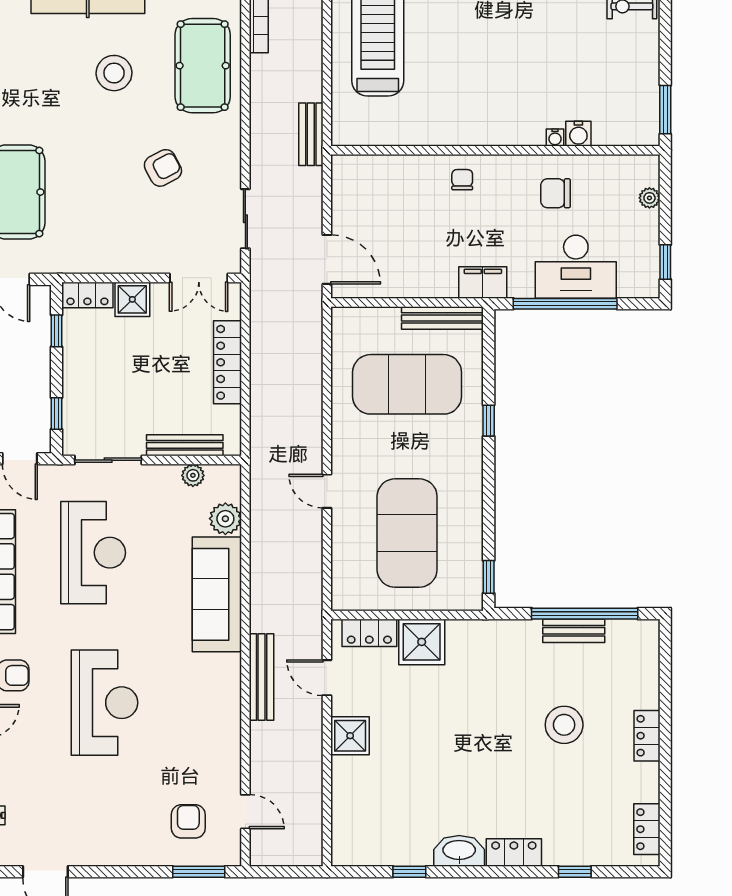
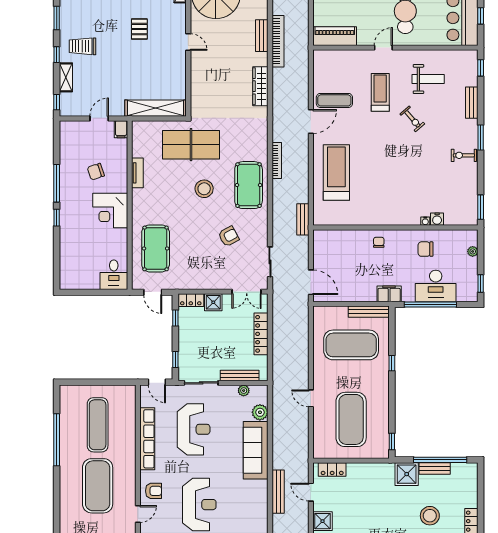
shower: (422, 642) -> (407, 474), moved

